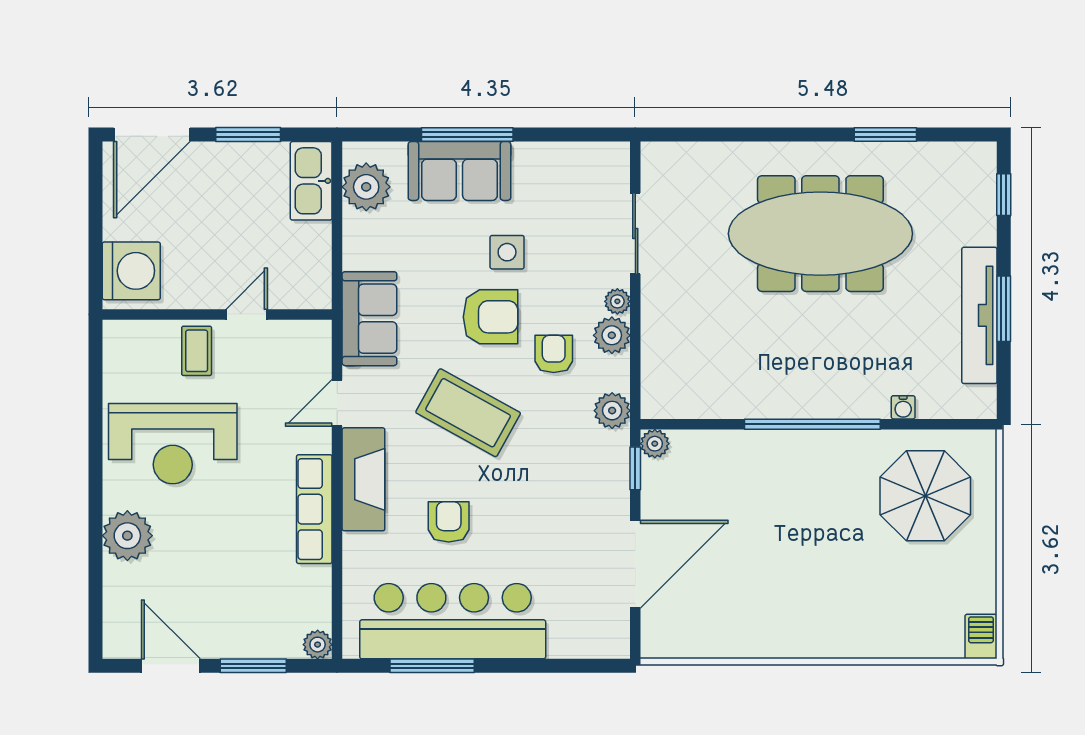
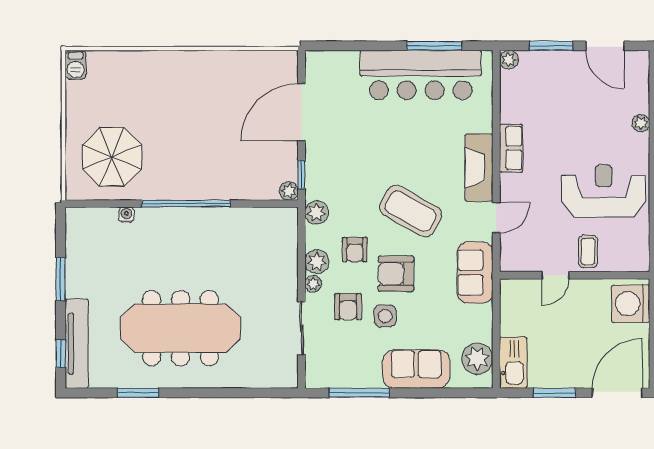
window: (467, 135) -> (359, 393), moved
tv unit: (979, 315) -> (77, 344), moved
row of seats: (314, 509) -> (511, 148), width x0.68
armchair: (449, 522) -> (348, 307), moved
plant: (127, 536) -> (641, 123), width x0.53, depth x0.53

